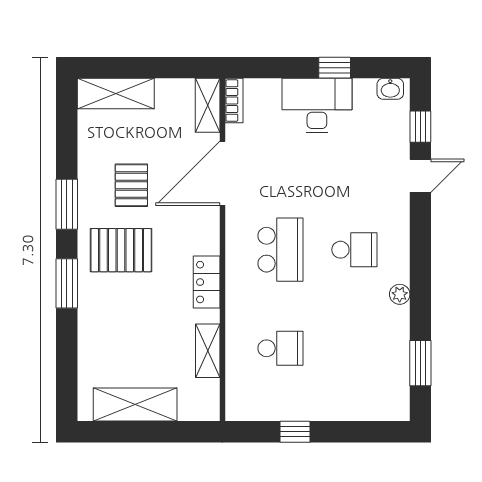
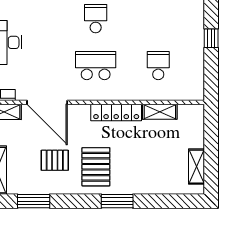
window: (67, 204) -> (34, 201), moved
locker: (207, 282) -> (116, 112), width x1.53
shelving: (135, 404) -> (197, 167), width x0.67, depth x0.75
window: (295, 432) -> (211, 38), moved

